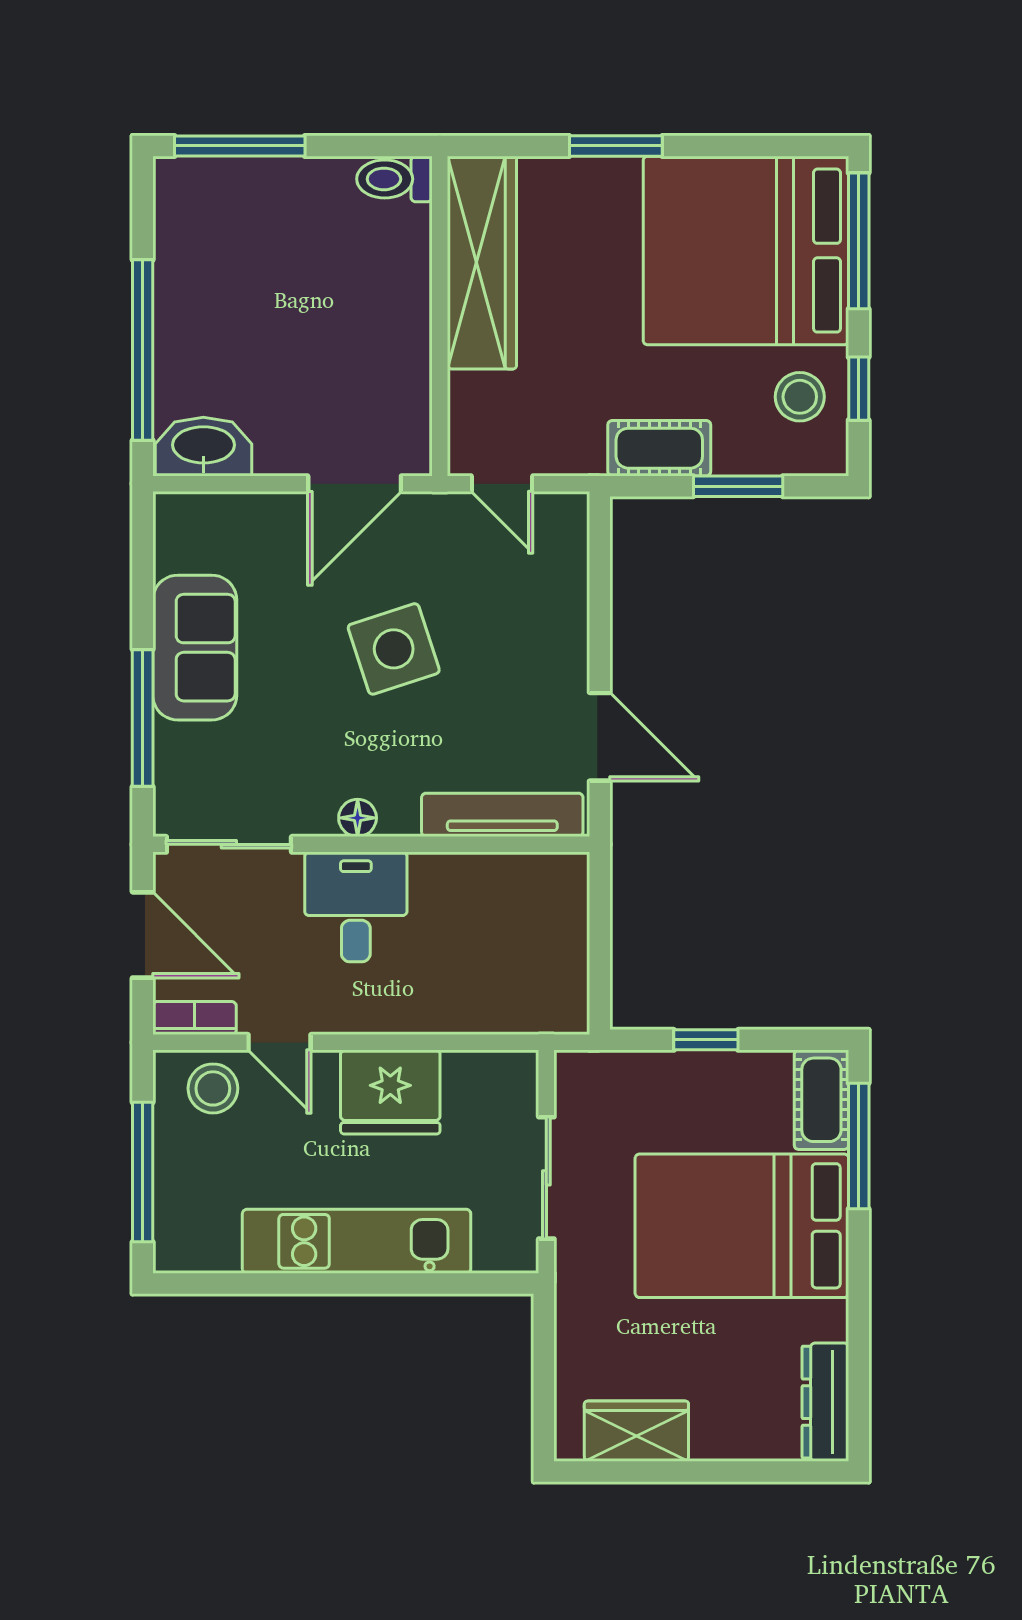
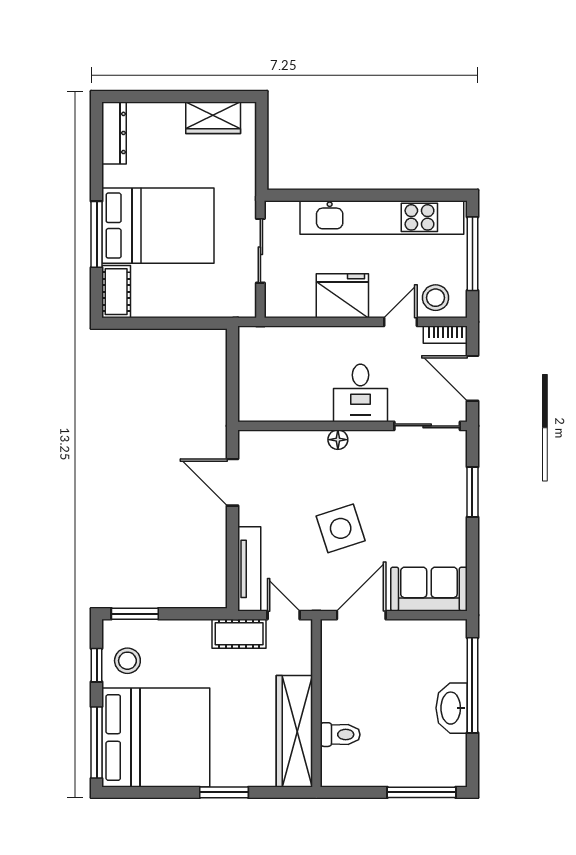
toilet: (394, 179) -> (340, 735), moved
washbasin: (203, 447) -> (452, 708), moved, turned 90
cot: (659, 448) -> (239, 634), moved
window: (738, 486) -> (135, 614), moved
sofa: (195, 648) -> (429, 589), moved, turned 90
window: (143, 718) -> (472, 492), width x0.69
tv unit: (502, 815) -> (249, 569), moved, turned -90
floor lamp: (358, 818) -> (338, 440), moved
window: (706, 1040) -> (177, 323), removed
door: (280, 1042) -> (401, 322), hinge flipped
window: (859, 1146) -> (97, 234), moved
kitchen unit: (357, 1241) -> (382, 217), width x1.36

